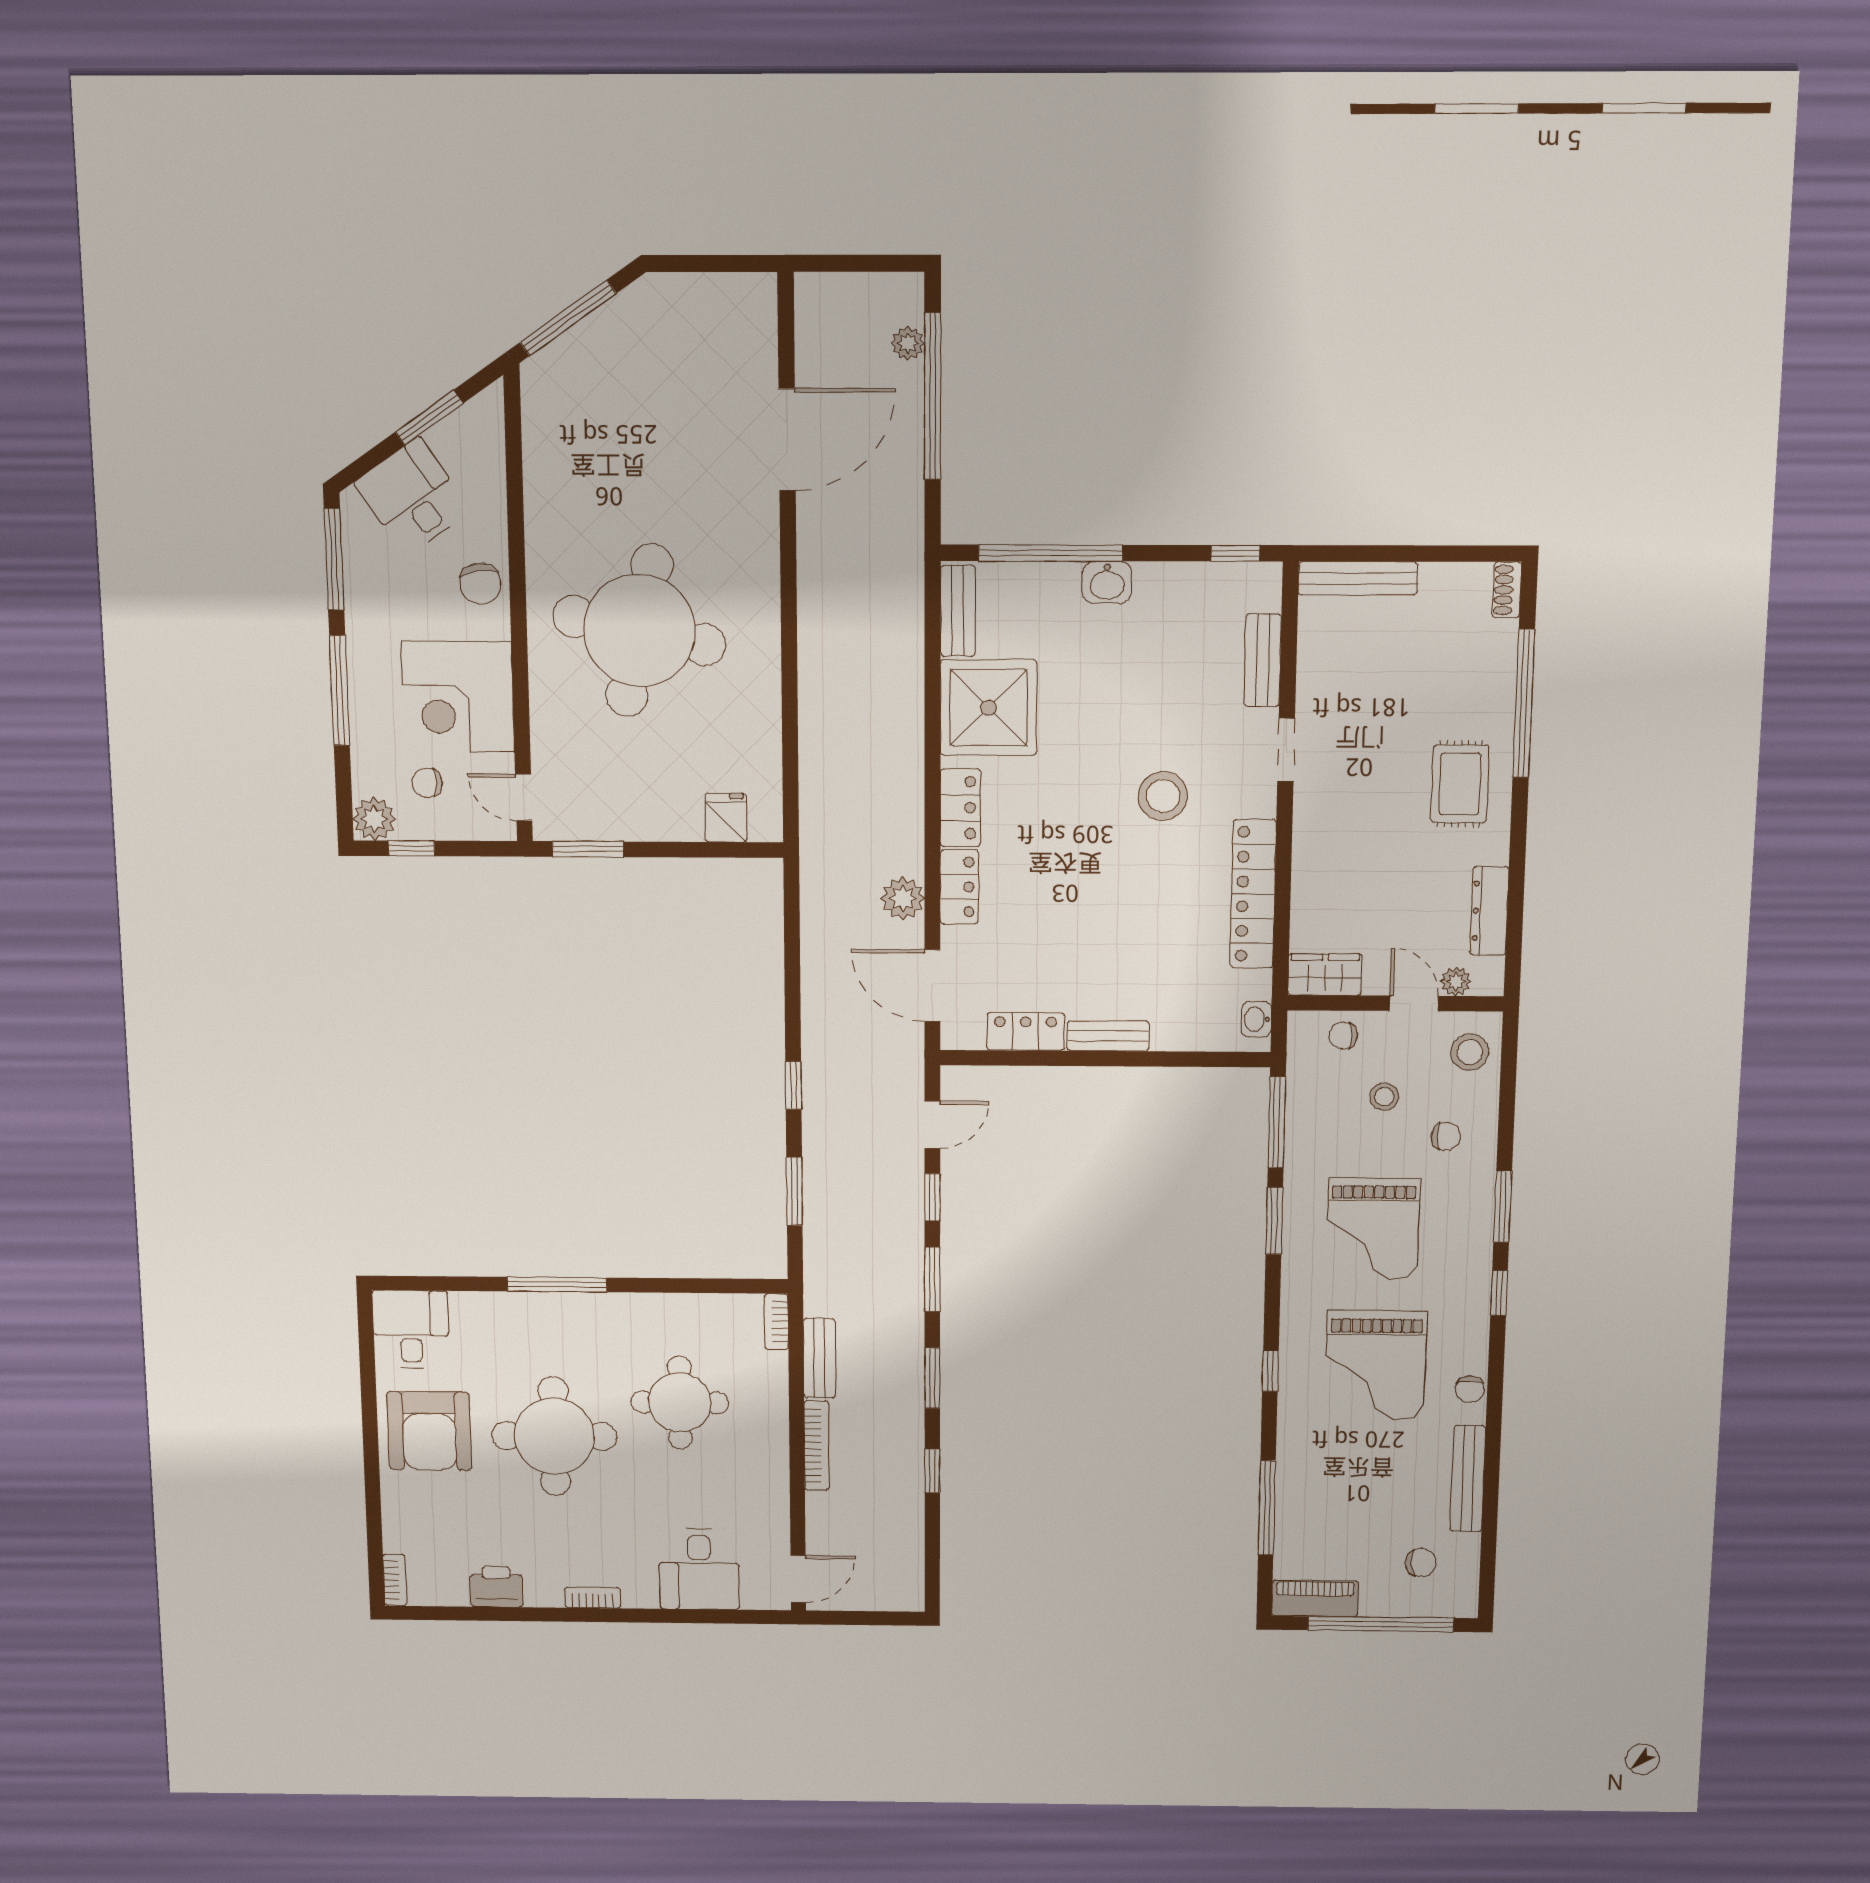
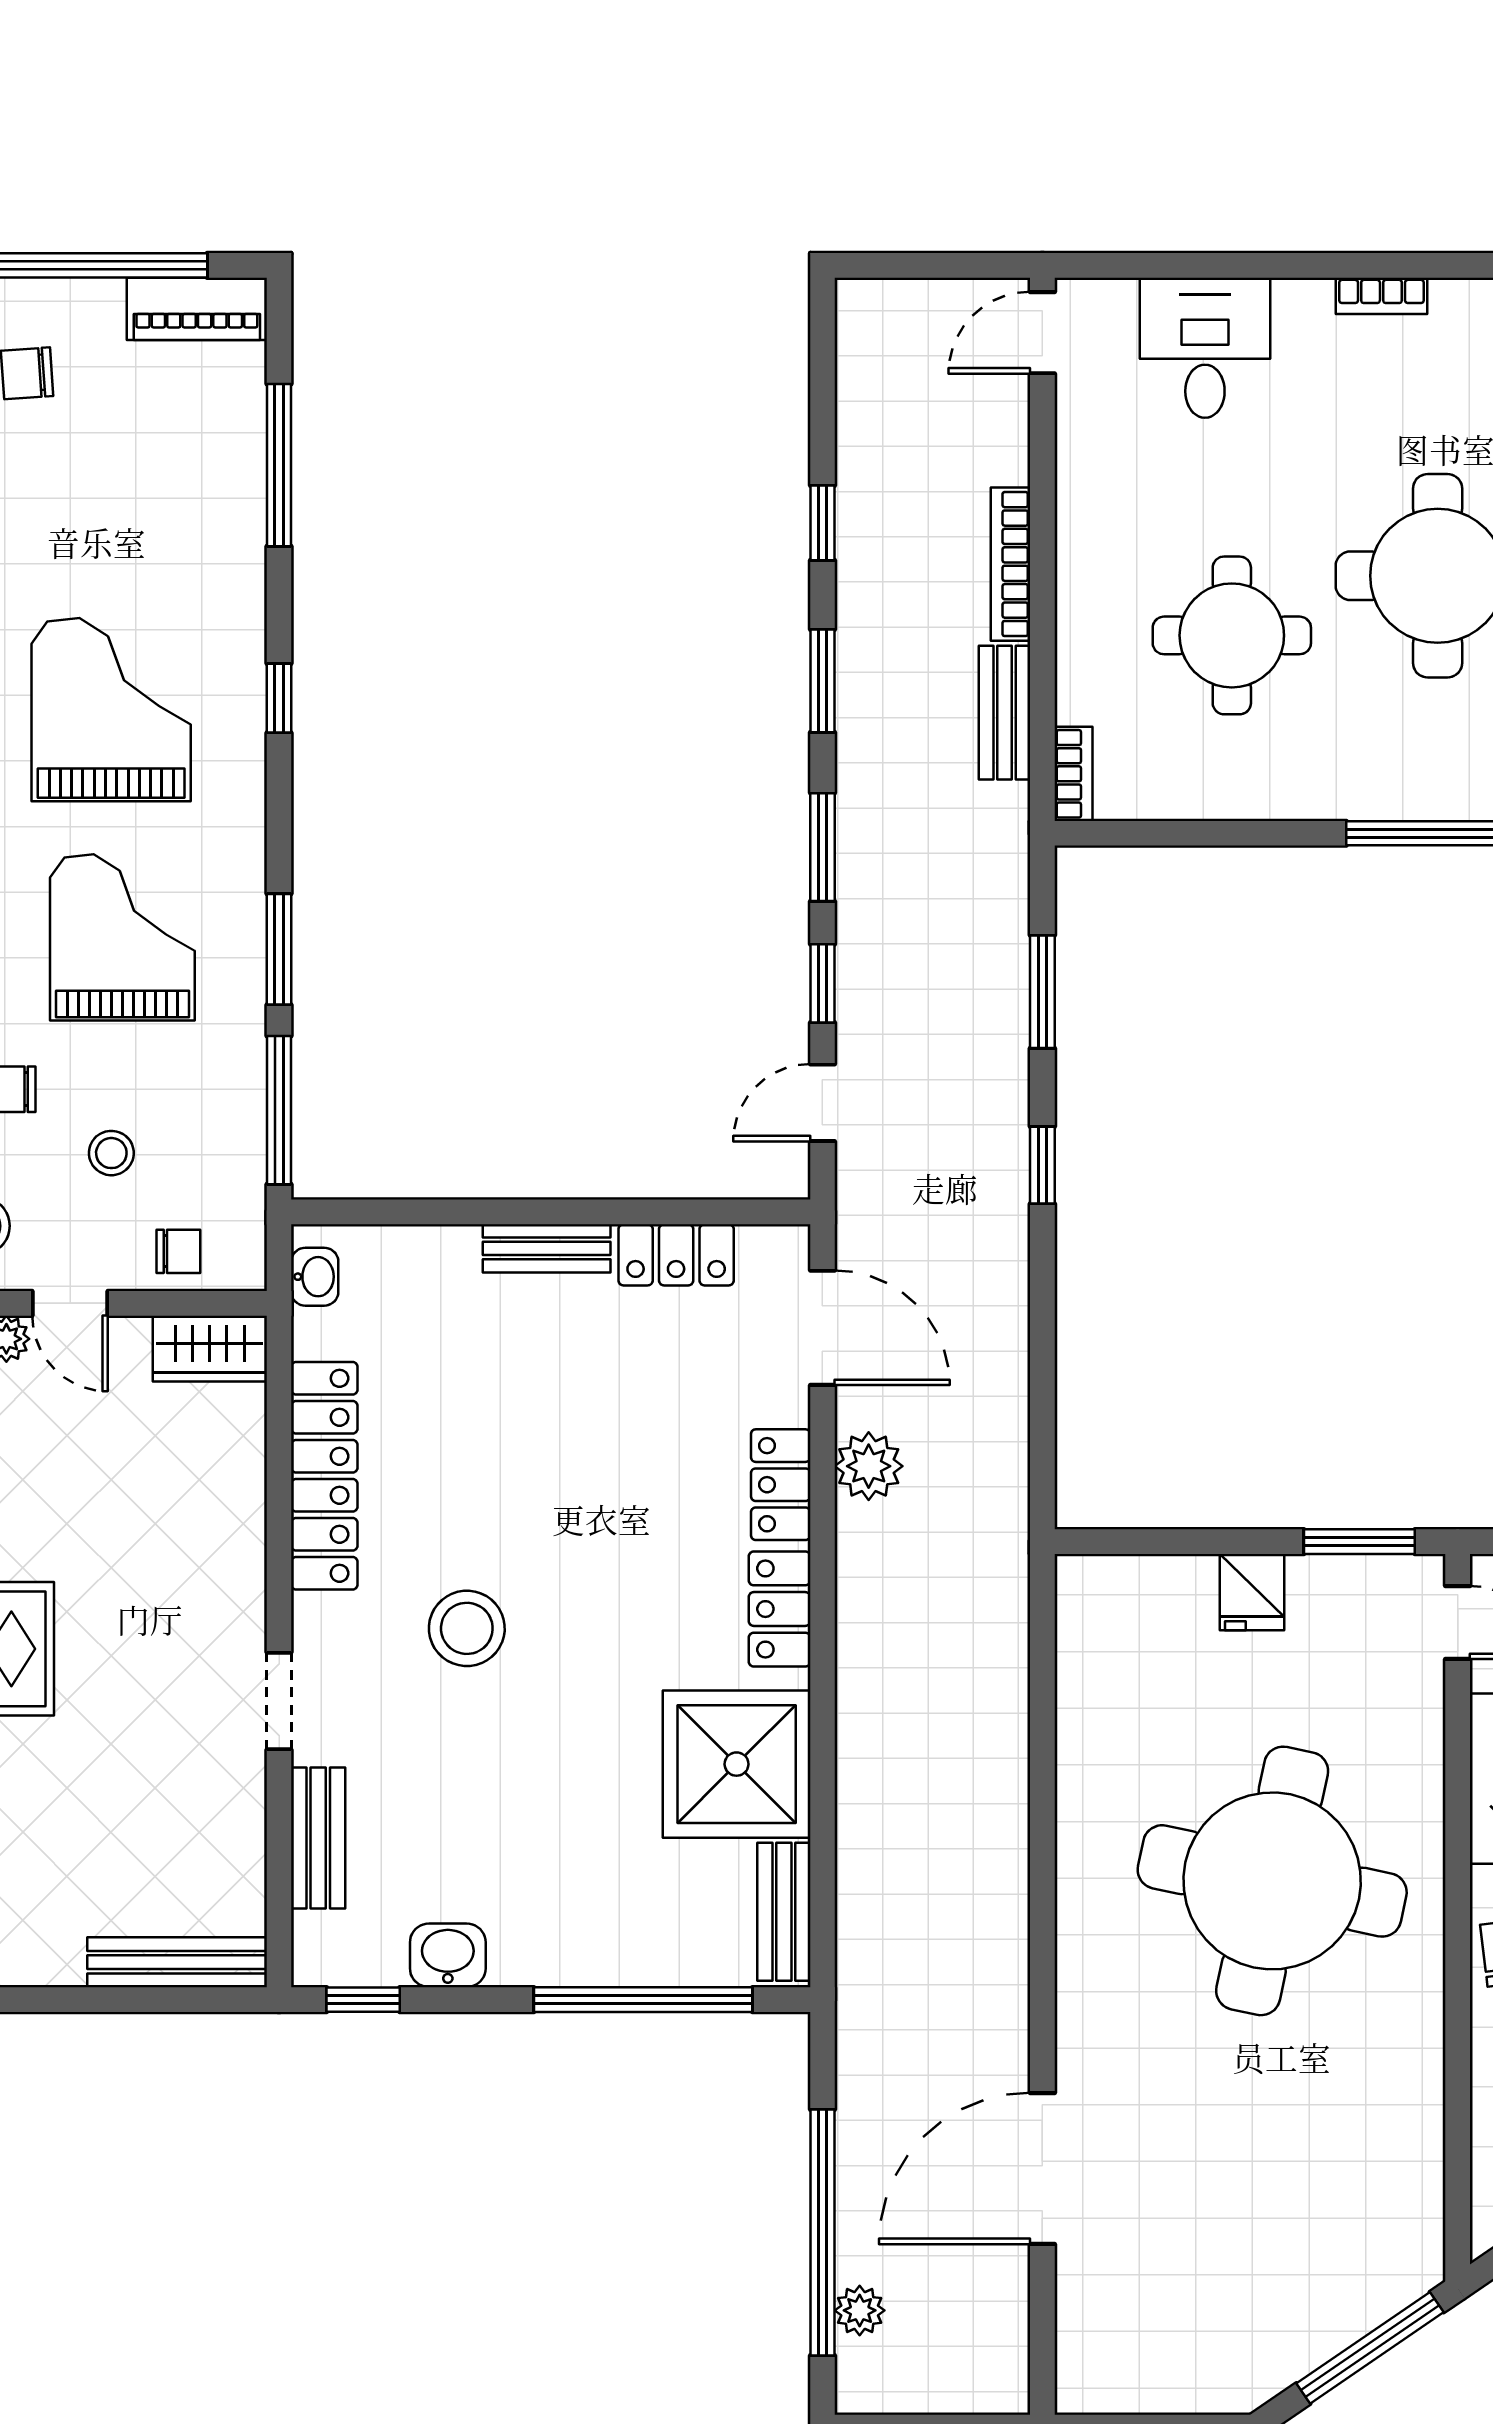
washbasin: (1107, 582) -> (448, 1955), moved
fridge: (726, 818) -> (1252, 1592), moved

